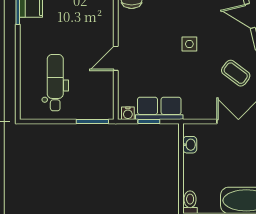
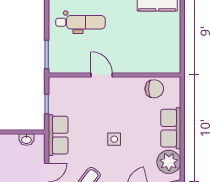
row of seats: (159, 108) -> (58, 135), moved
water cooler: (128, 113) -> (54, 86), removed

